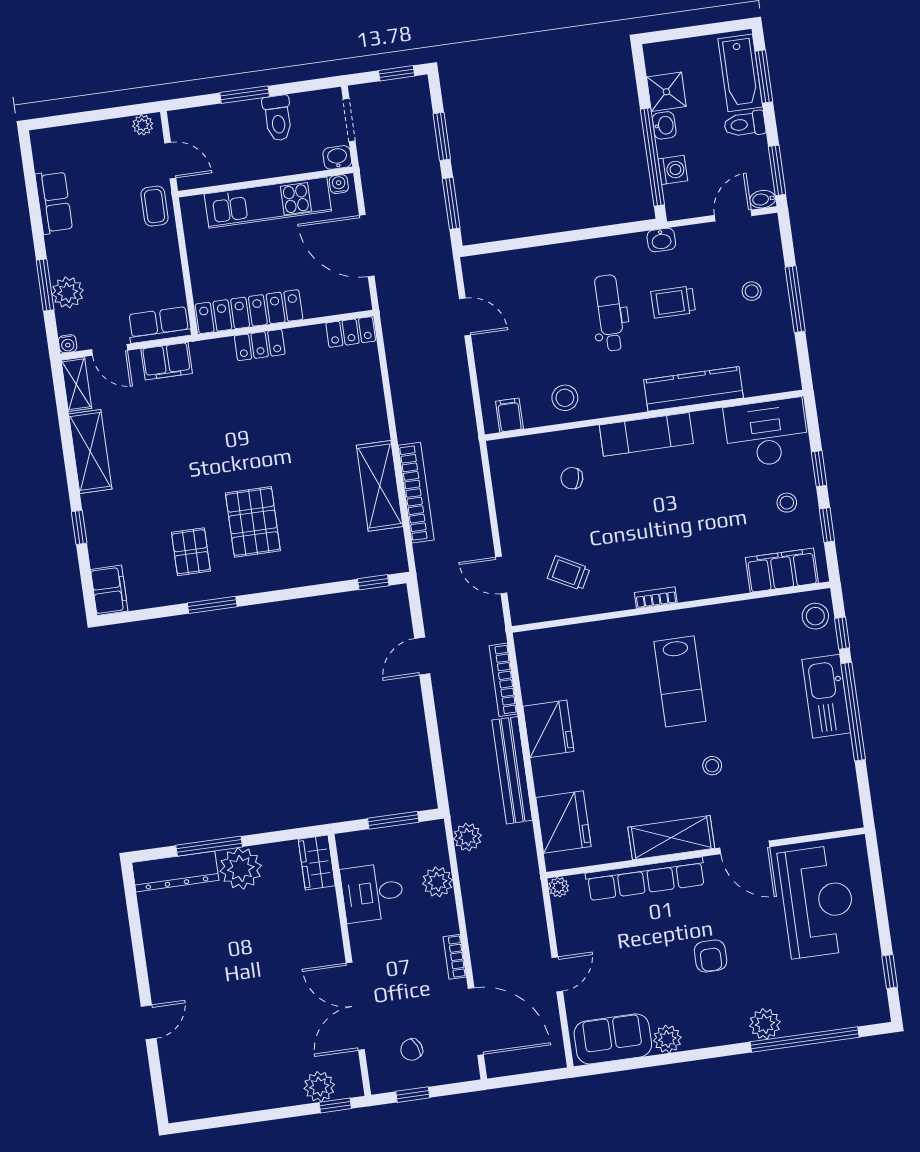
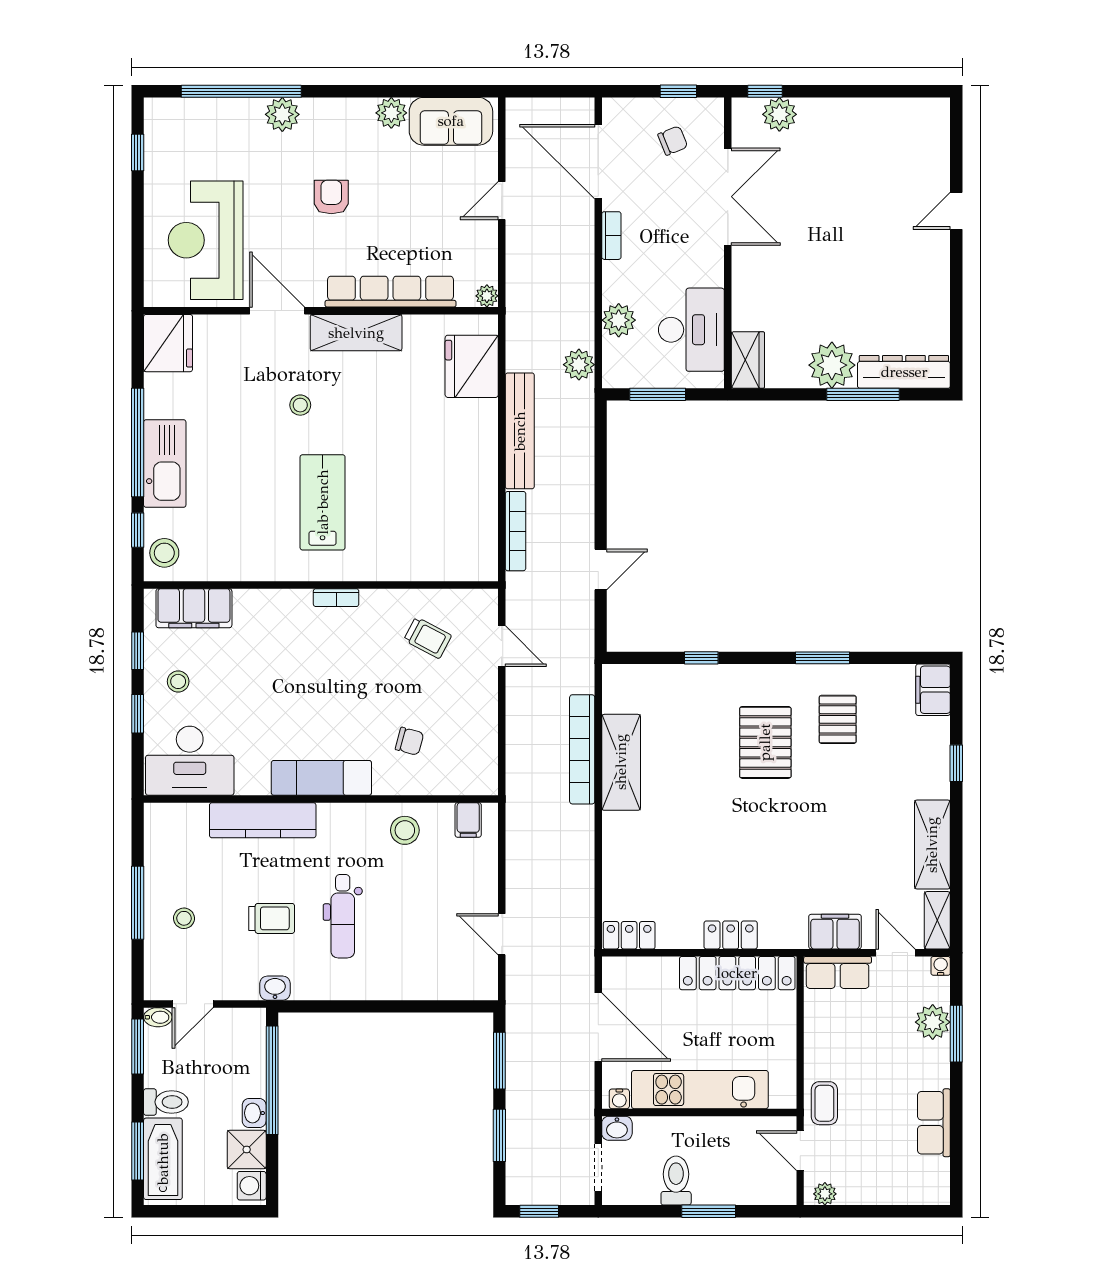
washing machine: (673, 170) -> (252, 1186), moved
window: (373, 582) -> (701, 658), moved
fridge: (548, 729) -> (168, 343), moved, turned 180
desk: (373, 893) -> (691, 330), width x1.37

